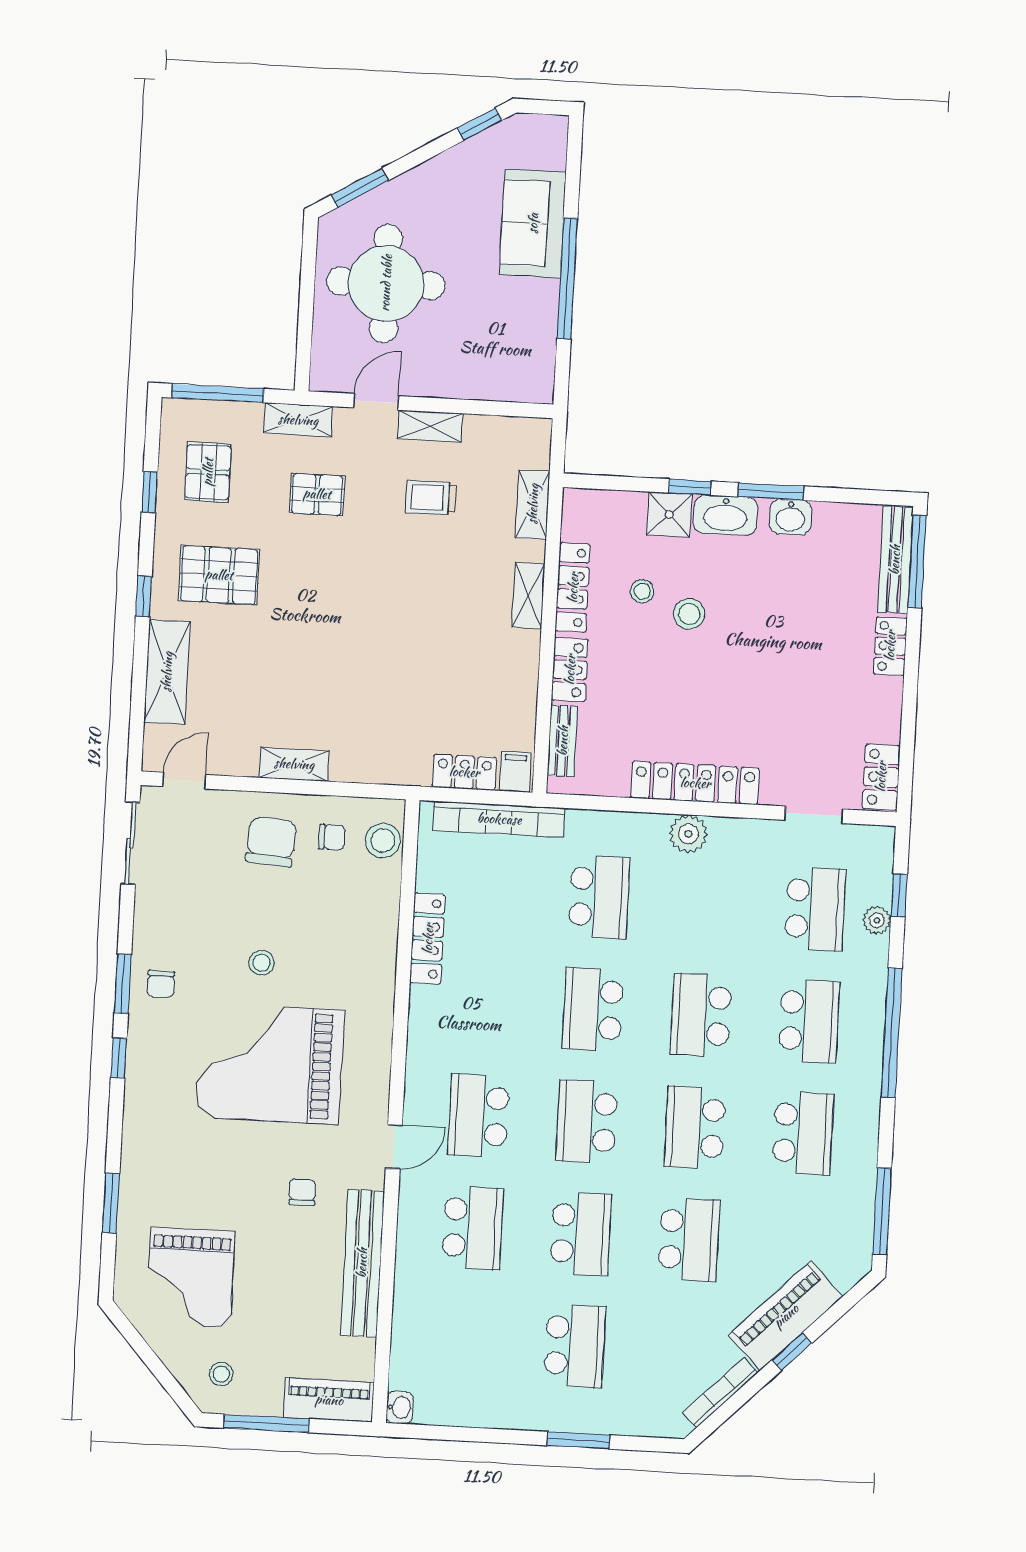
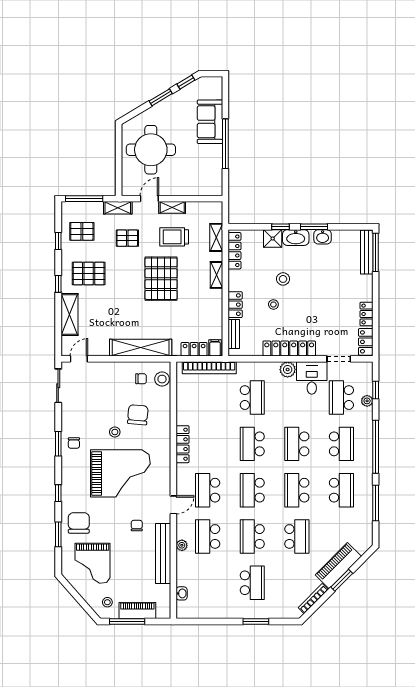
window: (360, 188) -> (161, 97), moved
pallet: (208, 472) -> (82, 231), turned 90
trolley: (431, 498) -> (174, 237), width x1.36, depth x1.39
locker: (573, 588) -> (234, 251), moved
stool: (642, 591) -> (273, 304), moved
pallet: (394, 597) -> (161, 279), added
locker: (890, 646) -> (367, 314), moved
shelving: (294, 764) -> (141, 348), width x2.20, depth x1.33
chair: (271, 842) -> (138, 415), moved
desk: (746, 857) -> (312, 378), added
school desk: (815, 909) -> (341, 398), turned 180
locker: (428, 939) -> (183, 444), moved
window: (119, 1058) -> (58, 493), moved
grand piano: (270, 1064) -> (120, 473), turned 180
chair: (162, 1178) -> (79, 523), added
window: (882, 1211) -> (376, 503), moved
school desk: (473, 1228) -> (208, 536), turned 180
school desk: (581, 1234) -> (252, 536), turned 180
plant: (409, 1246) -> (182, 545), added
window: (792, 1352) -> (342, 580), width x1.50
piano: (329, 1400) -> (137, 610), moved
washbasin: (400, 1407) -> (182, 593), moved

